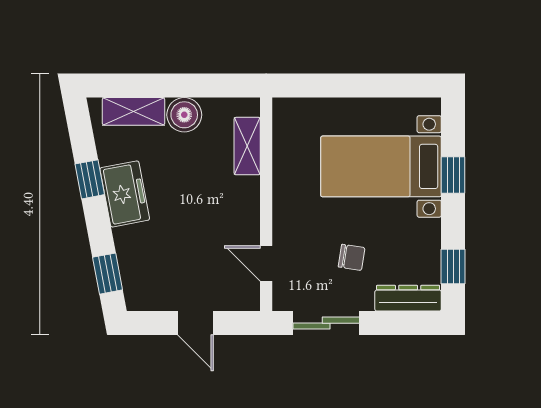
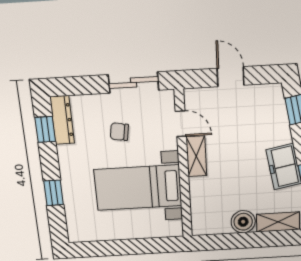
shelving: (247, 146) -> (196, 156), moved
bed with nightstands: (381, 166) -> (138, 188), moved, turned 180
dresser: (408, 298) -> (62, 120), moved, turned -90

